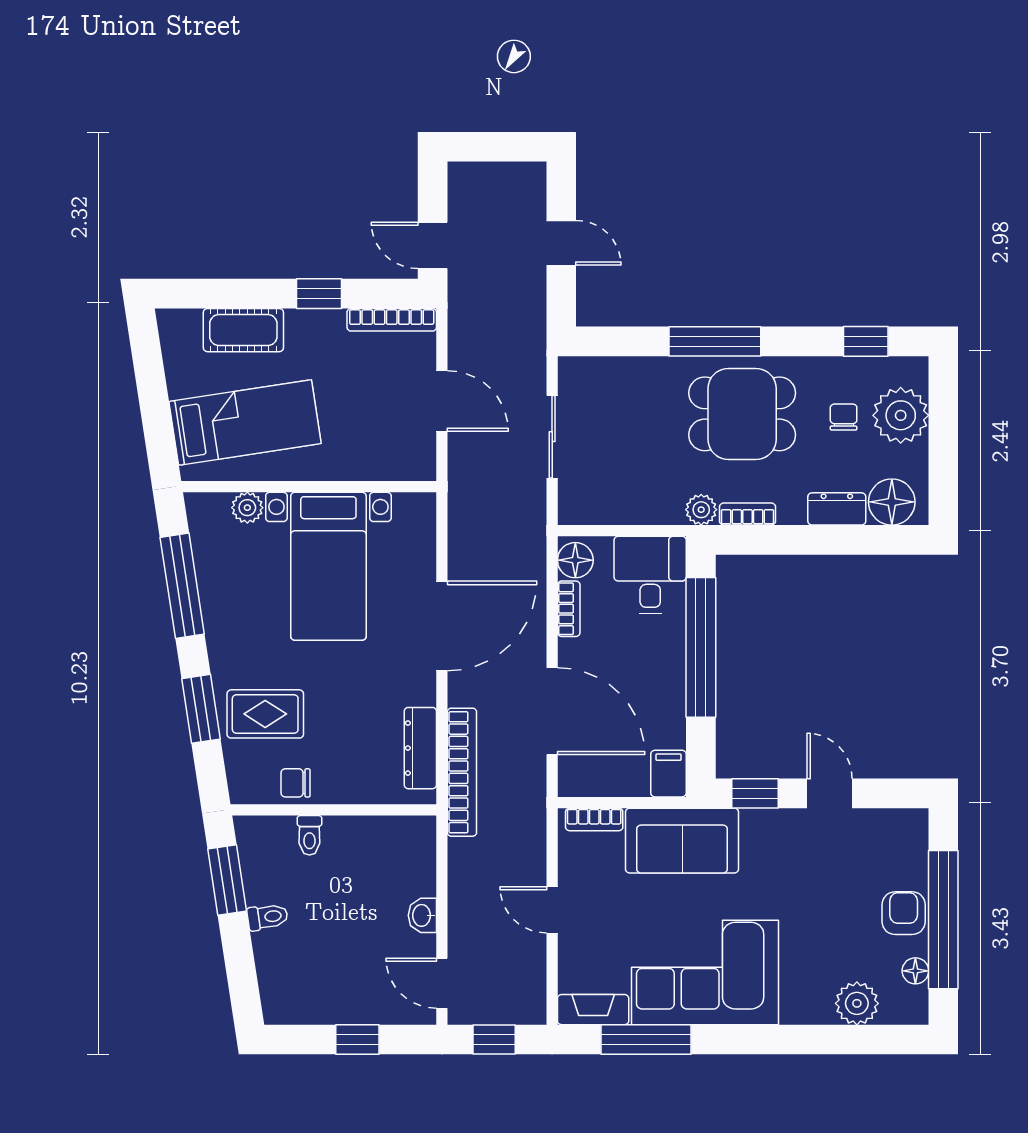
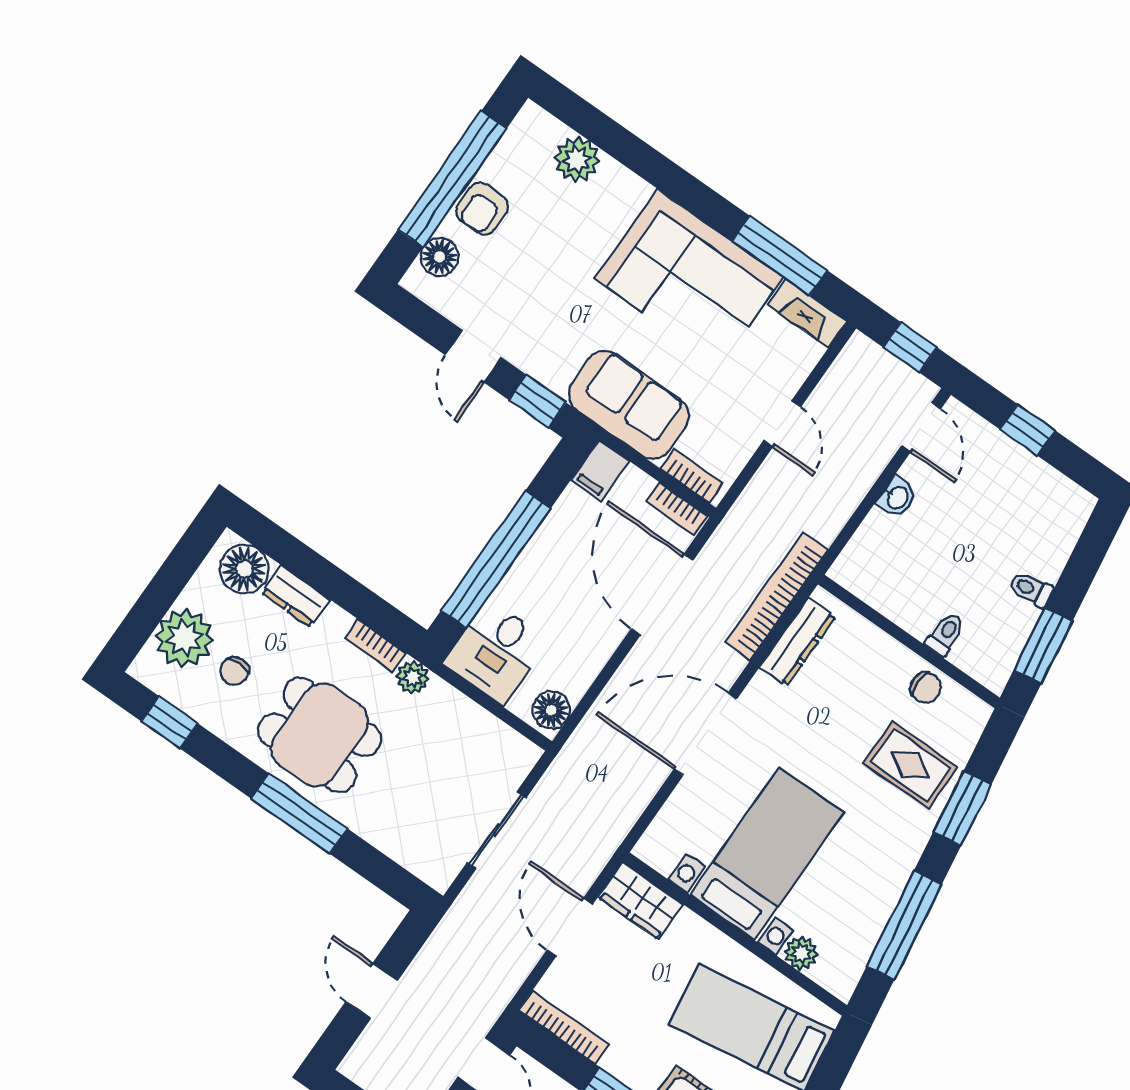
wardrobe: (401, 461) -> (641, 901), added
bookcase: (569, 609) -> (677, 509), moved, turned -90
floor lamp: (915, 971) -> (440, 257), moved, width x1.37, depth x1.37

